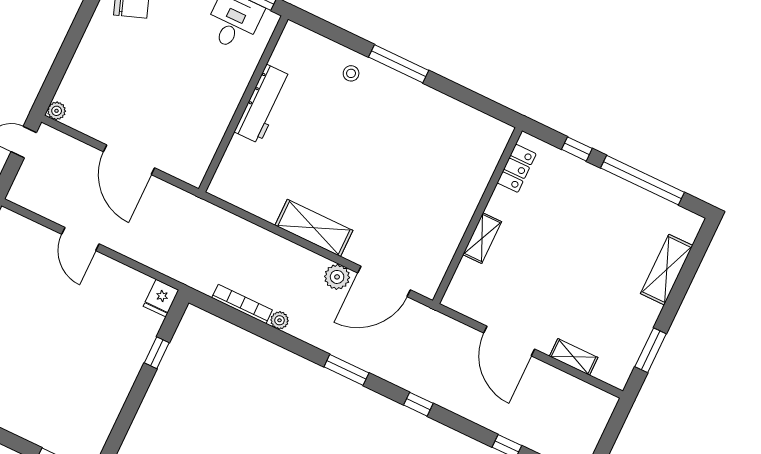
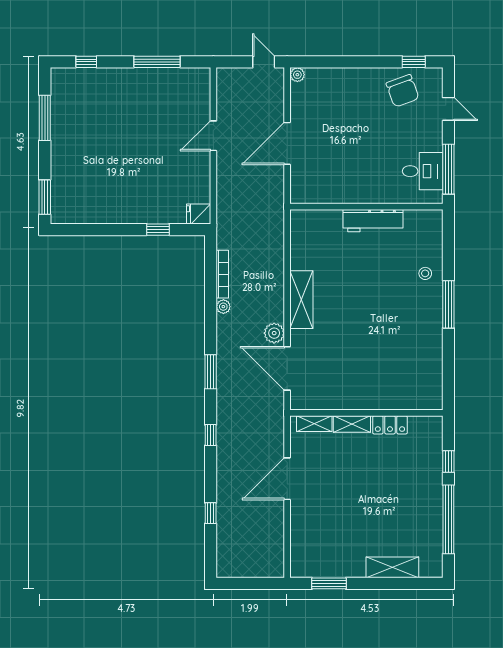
locker: (517, 168) -> (390, 425), moved
shelving: (574, 357) -> (314, 424), moved, turned 90

